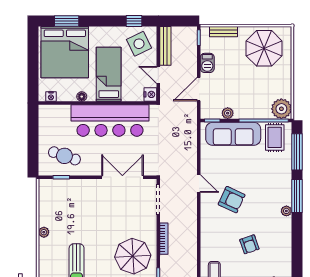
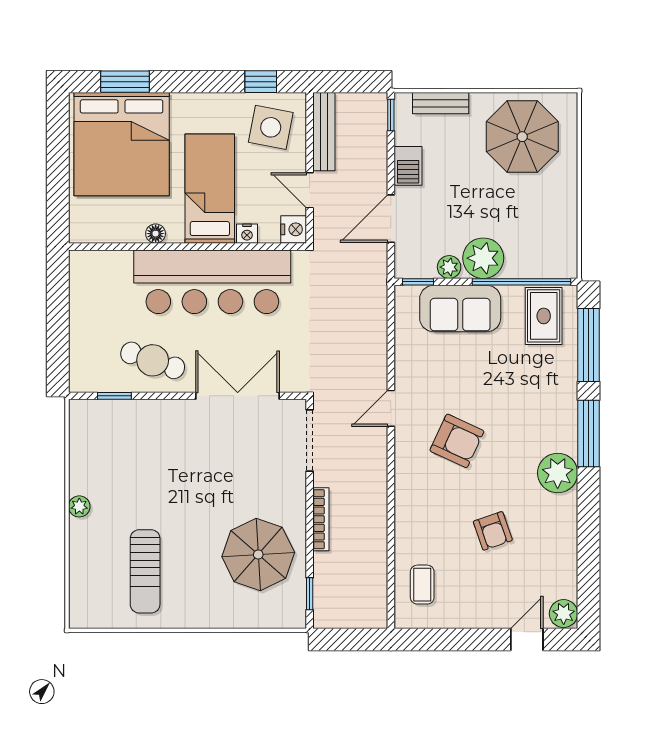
side table: (139, 44) -> (271, 127), turned 37
nightstand: (51, 97) -> (247, 234), moved
plant: (281, 109) -> (483, 258), moved
sofa: (233, 134) -> (460, 309), width x0.73
cafe table: (64, 156) -> (153, 360), moved
door: (199, 184) -> (391, 408), swing flipped
plant: (286, 211) -> (558, 473), width x1.88, depth x1.88

